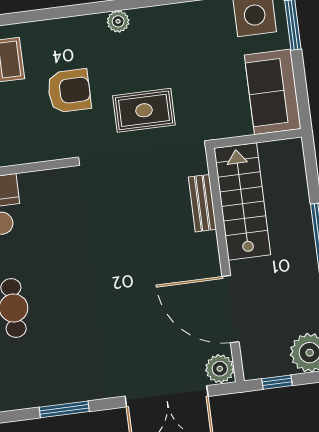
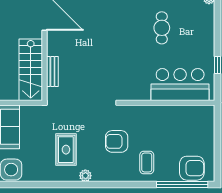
rug: (144, 110) -> (66, 150), moved, turned 90

